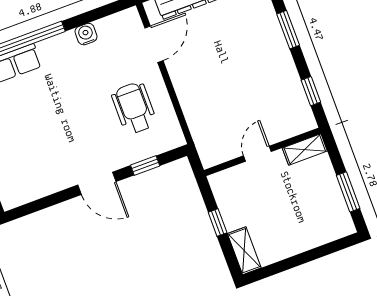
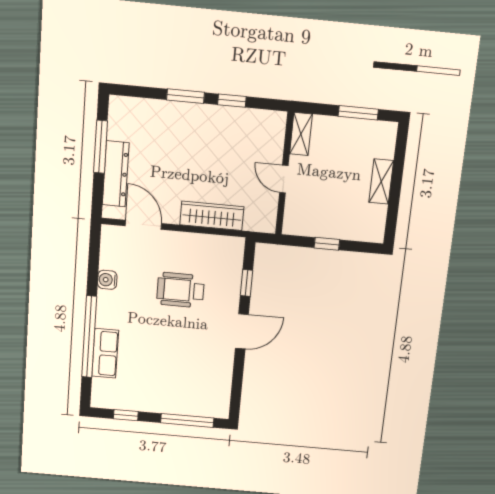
window: (311, 91) -> (232, 101), moved
wardrobe: (192, 104) -> (212, 216), added
wheelchair: (134, 108) -> (180, 290), moved
shelving: (244, 251) -> (381, 181), moved, turned 90

